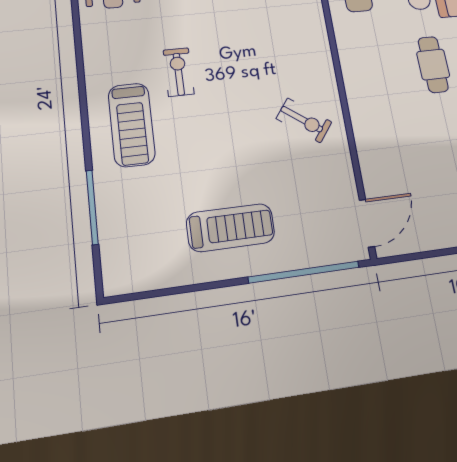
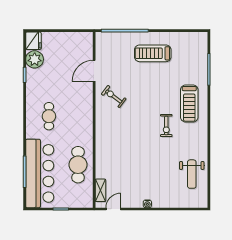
treadmill: (132, 125) -> (189, 103), turned 180
door: (367, 223) -> (94, 71), moved

